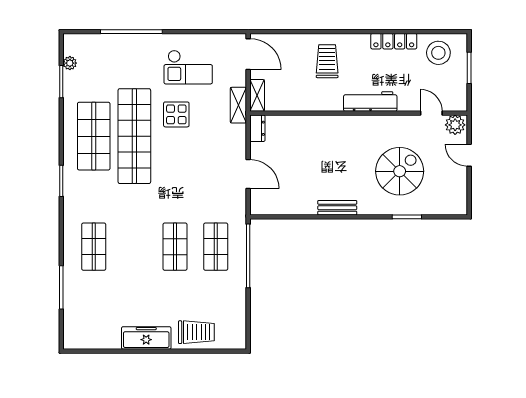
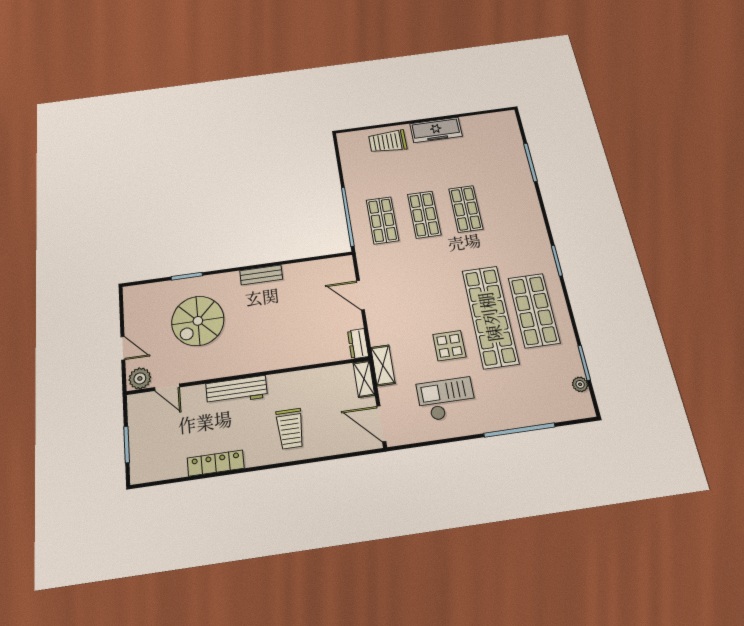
stool: (438, 53) -> (163, 457), removed
shop shelf: (94, 247) -> (466, 209), moved

